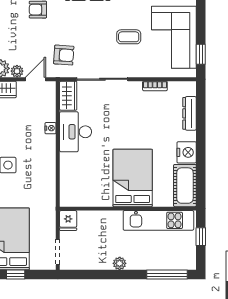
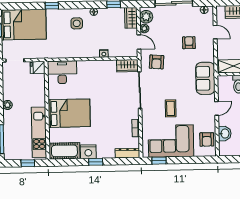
dresser: (190, 113) -> (127, 153), moved
desk: (76, 132) -> (62, 72), moved
window: (201, 142) -> (96, 162), added

